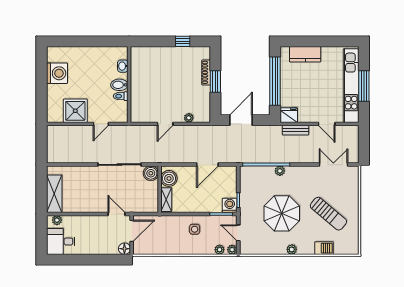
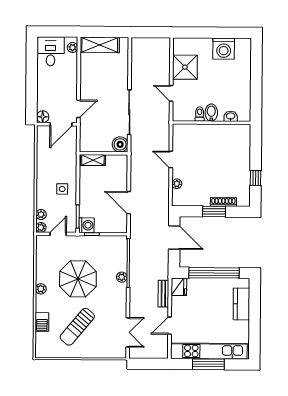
boiler: (169, 178) -> (115, 163), removed
door: (132, 231) -> (61, 124), hinge flipped

